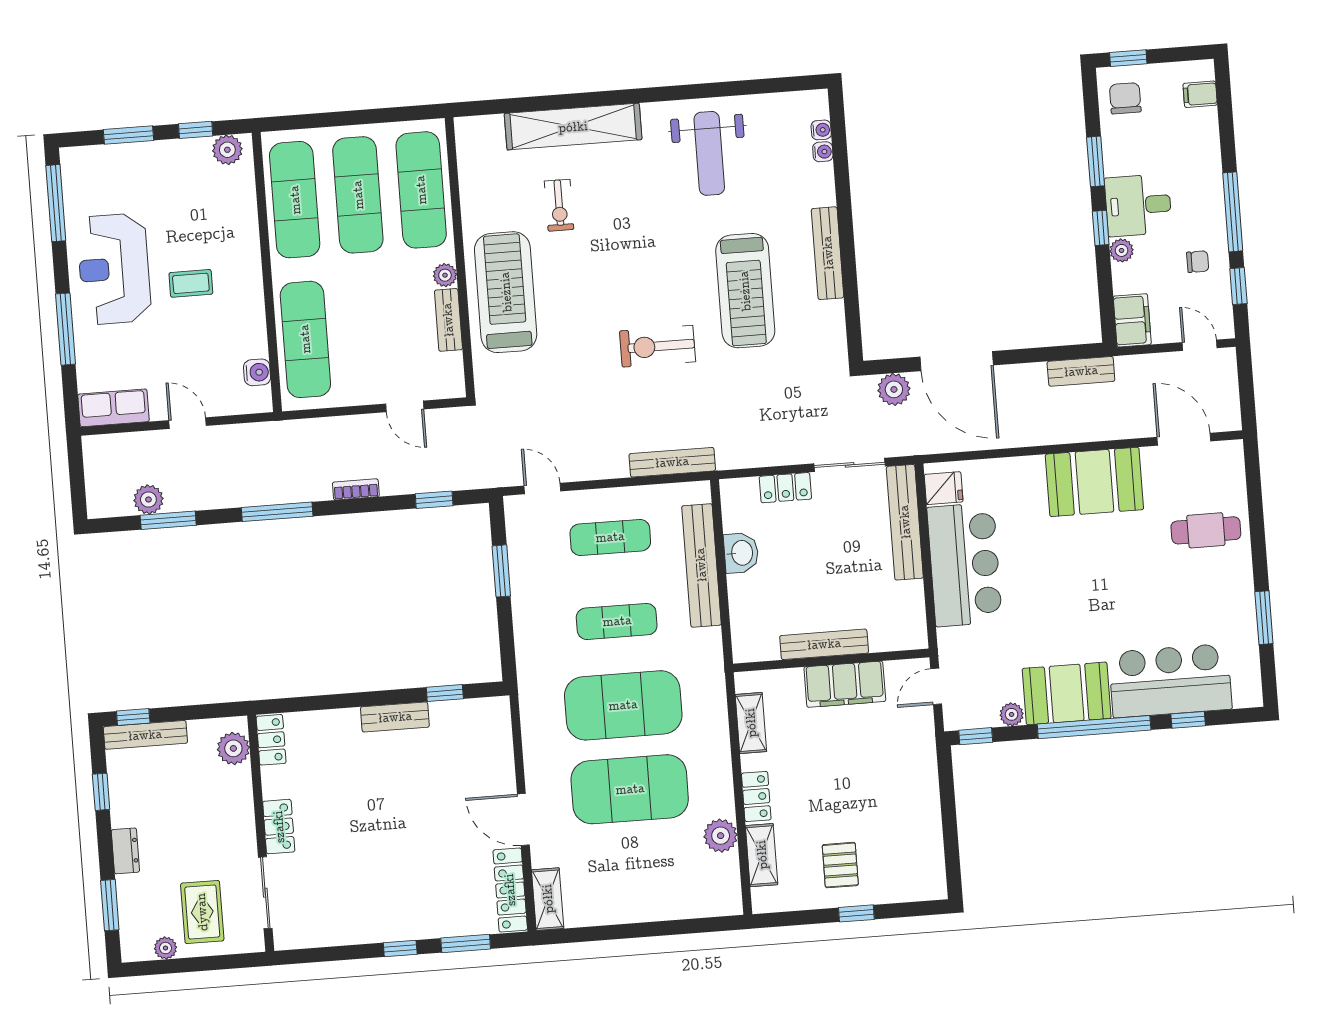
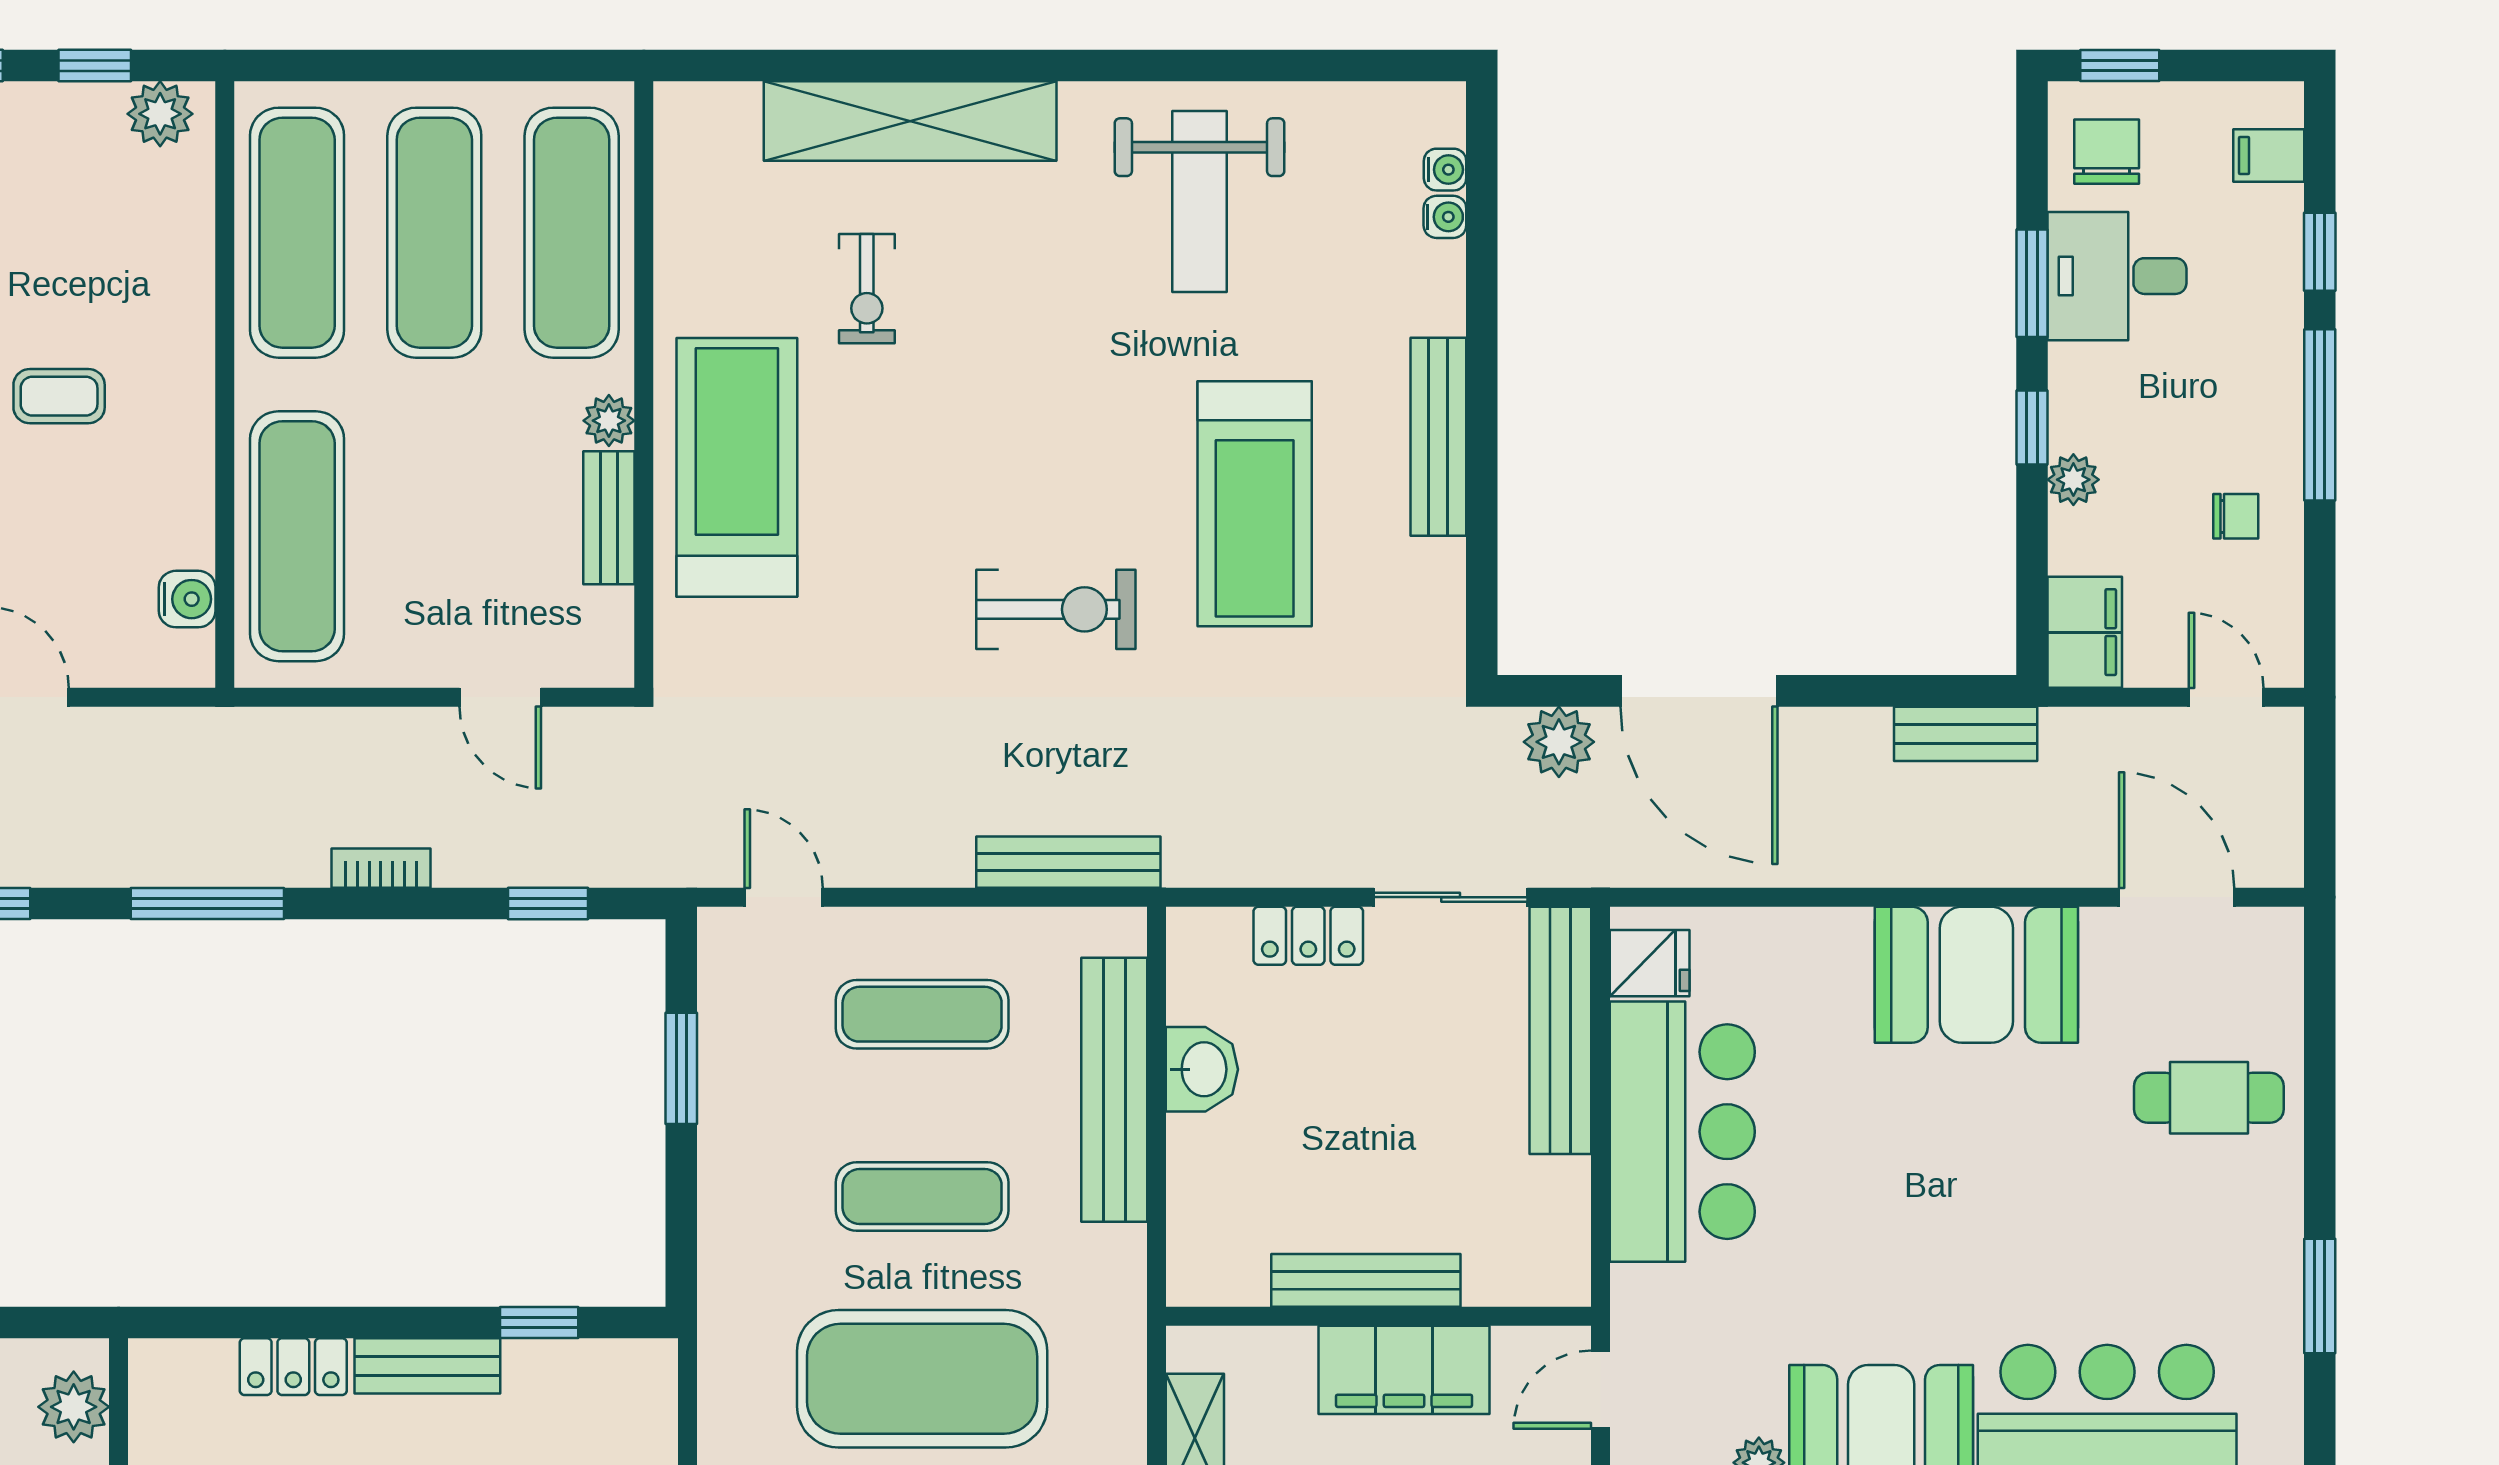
desk: (1138, 205) -> (2117, 276), moved
window: (1238, 286) -> (2320, 252), moved
exercise bike: (658, 346) -> (1056, 609), turned 180
locker: (271, 740) -> (293, 1367), moved, turned 90

